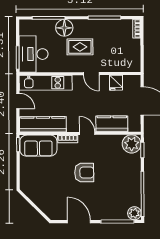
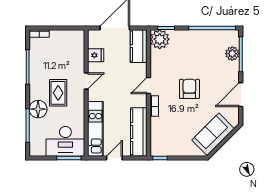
kitchen counter: (112, 124) -> (139, 46), moved
sofa: (38, 146) -> (213, 134), moved, turned -135
plant: (134, 213) -> (232, 54), moved

